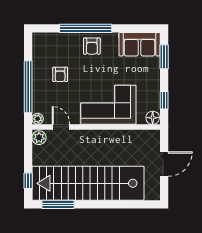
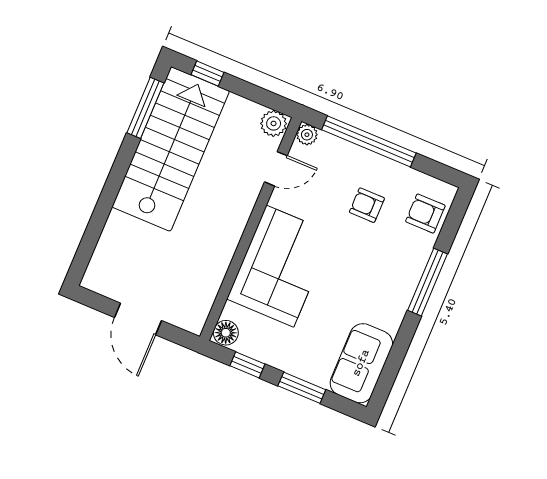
window: (86, 28) -> (428, 282), width x0.68
armchair: (92, 46) -> (425, 214), moved
window: (164, 57) -> (302, 388), moved
stairs: (88, 183) -> (171, 149), width x0.73

